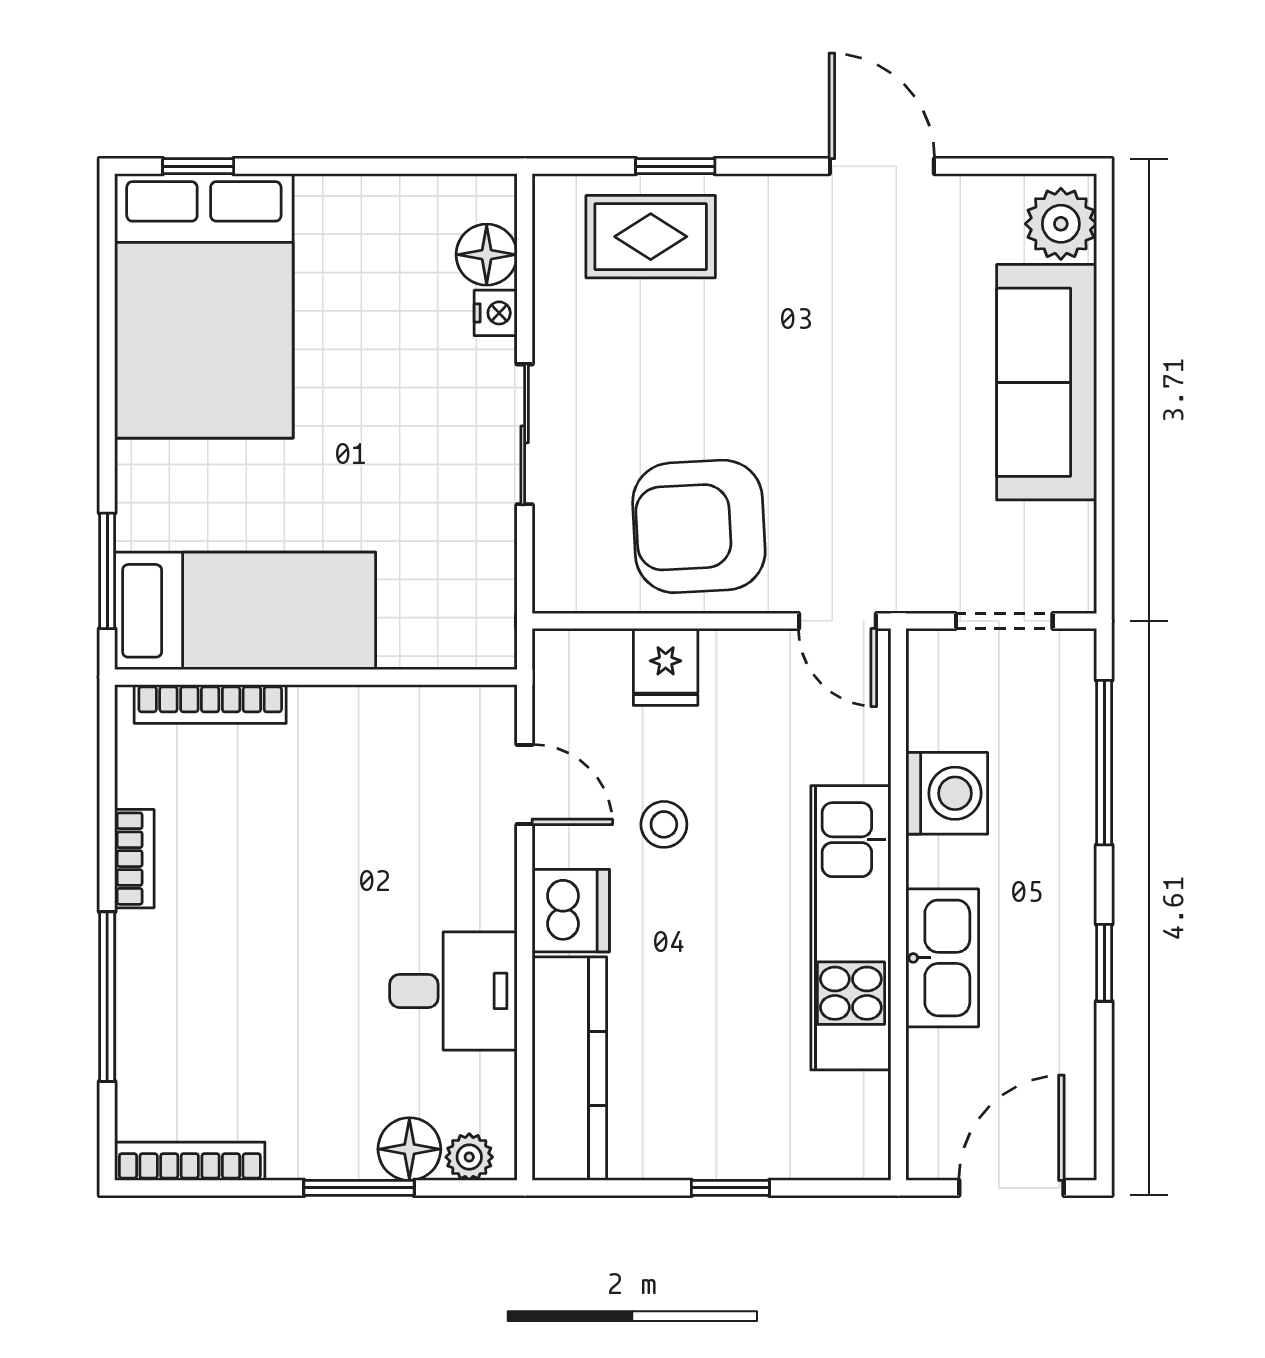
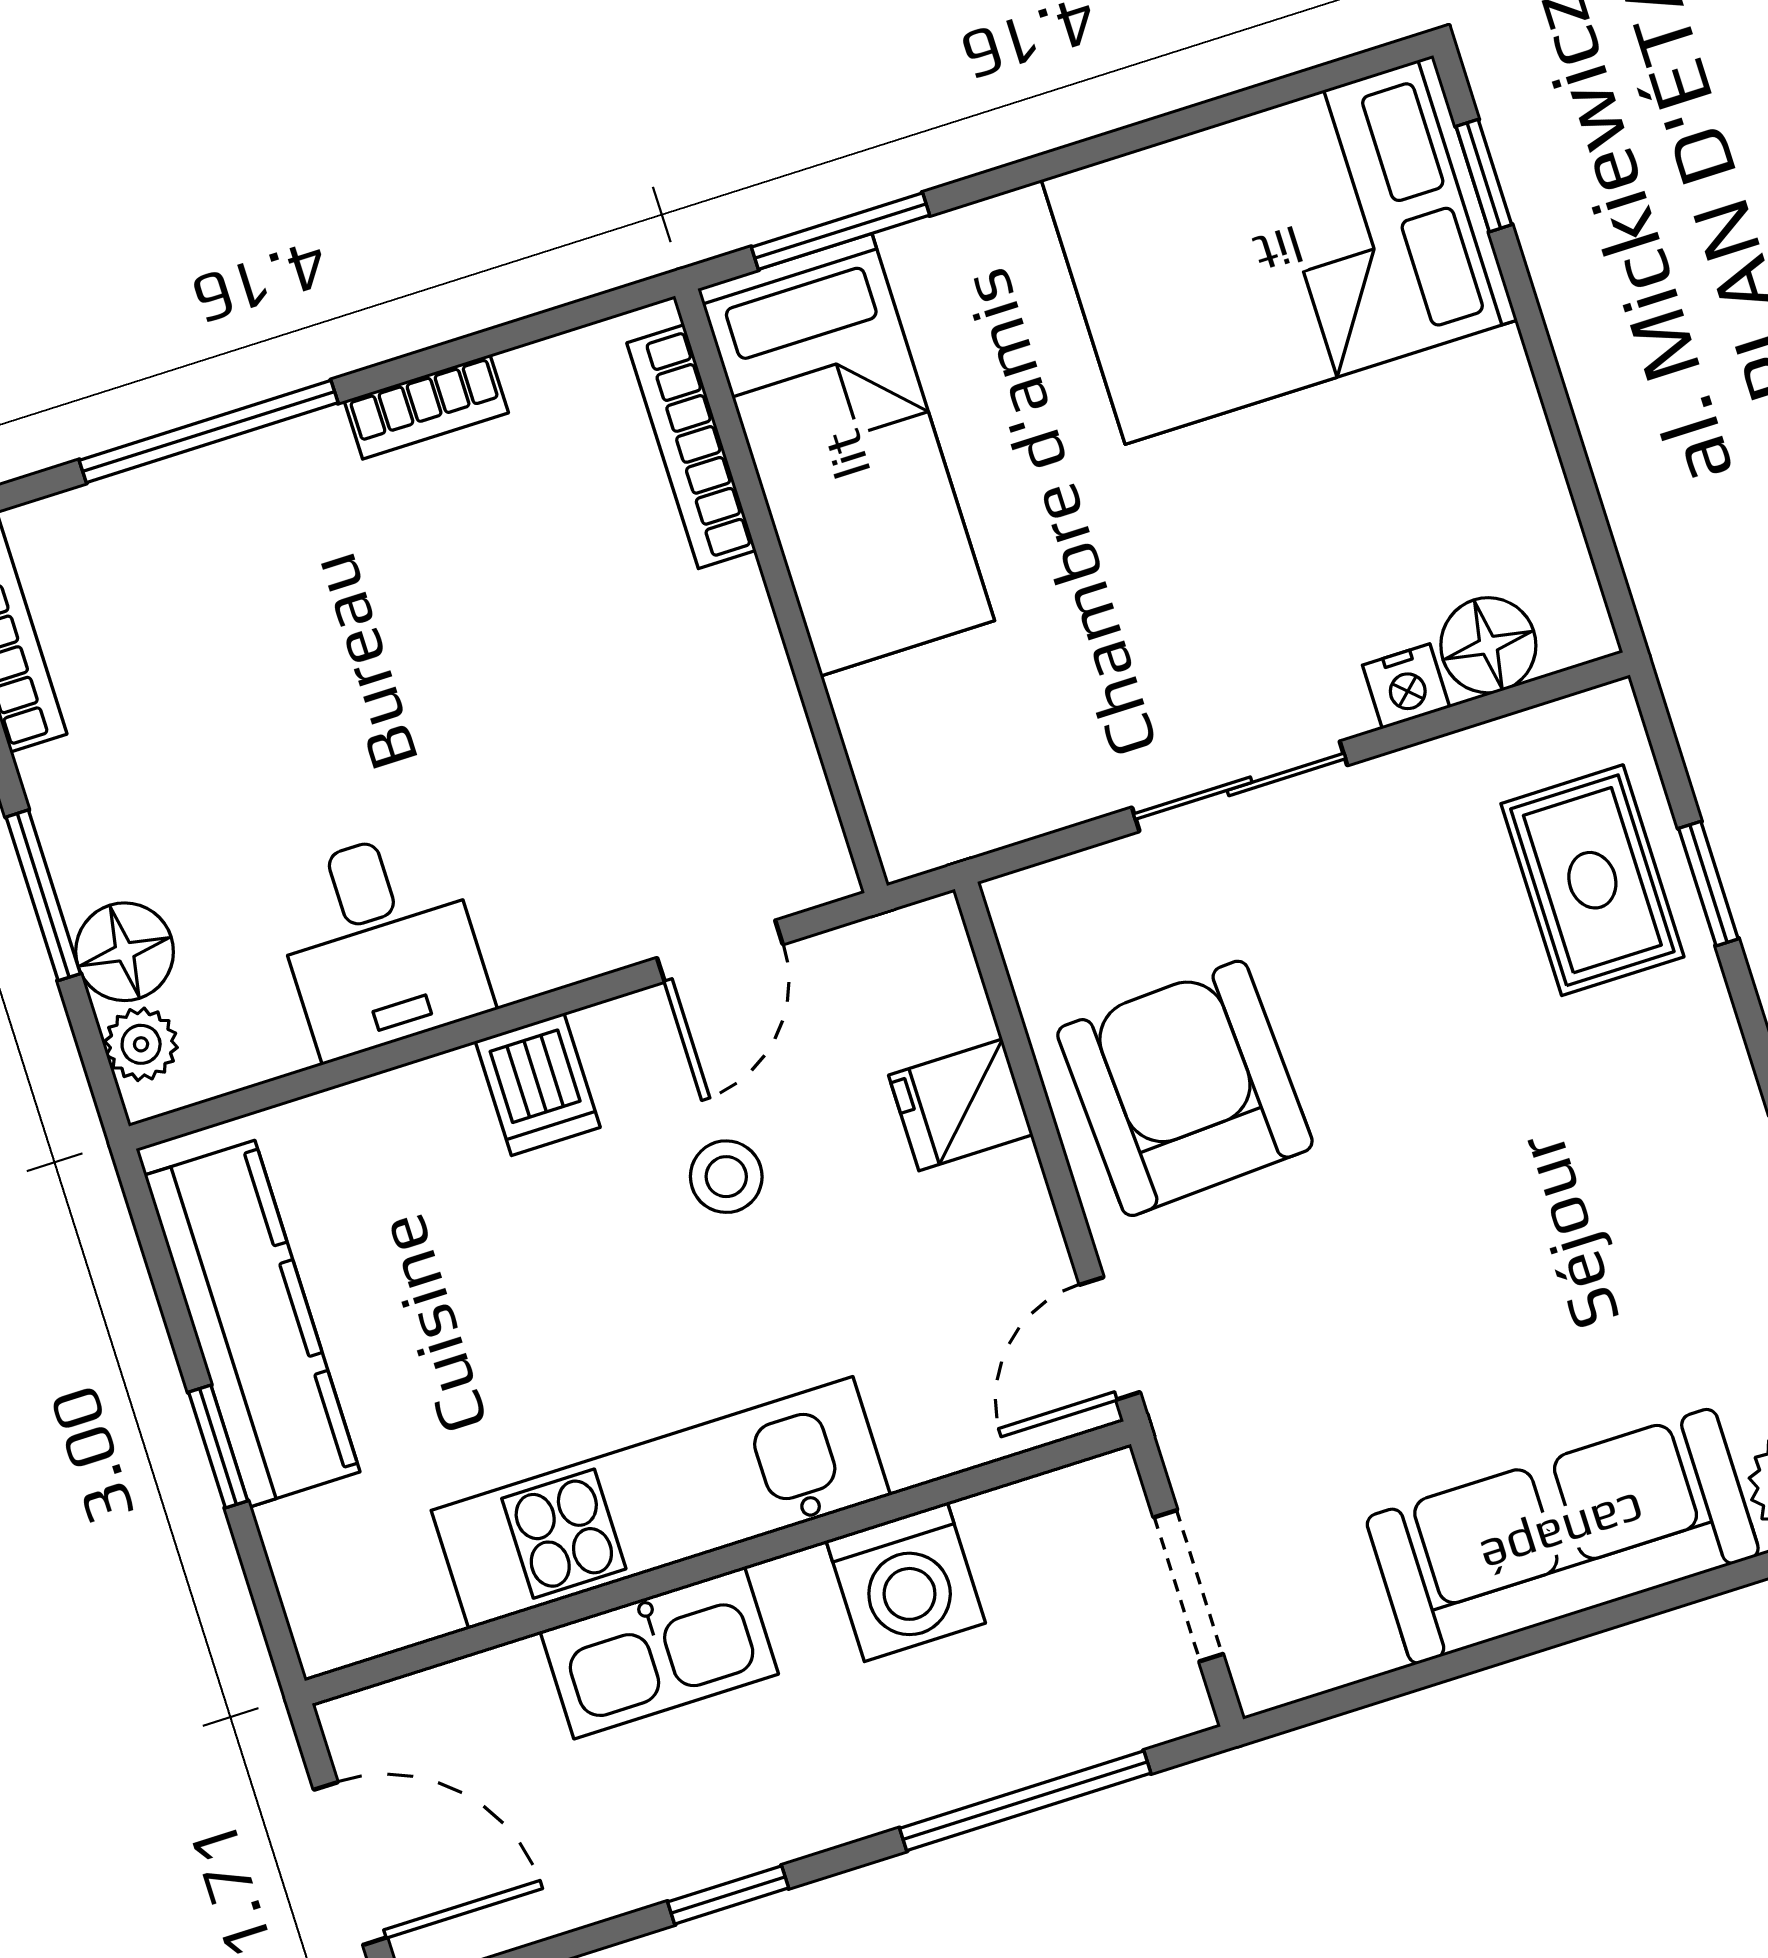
dishwasher: (571, 911) -> (538, 1084), width x0.73
kitchen counter: (569, 1069) -> (252, 1324), moved, turned -90

